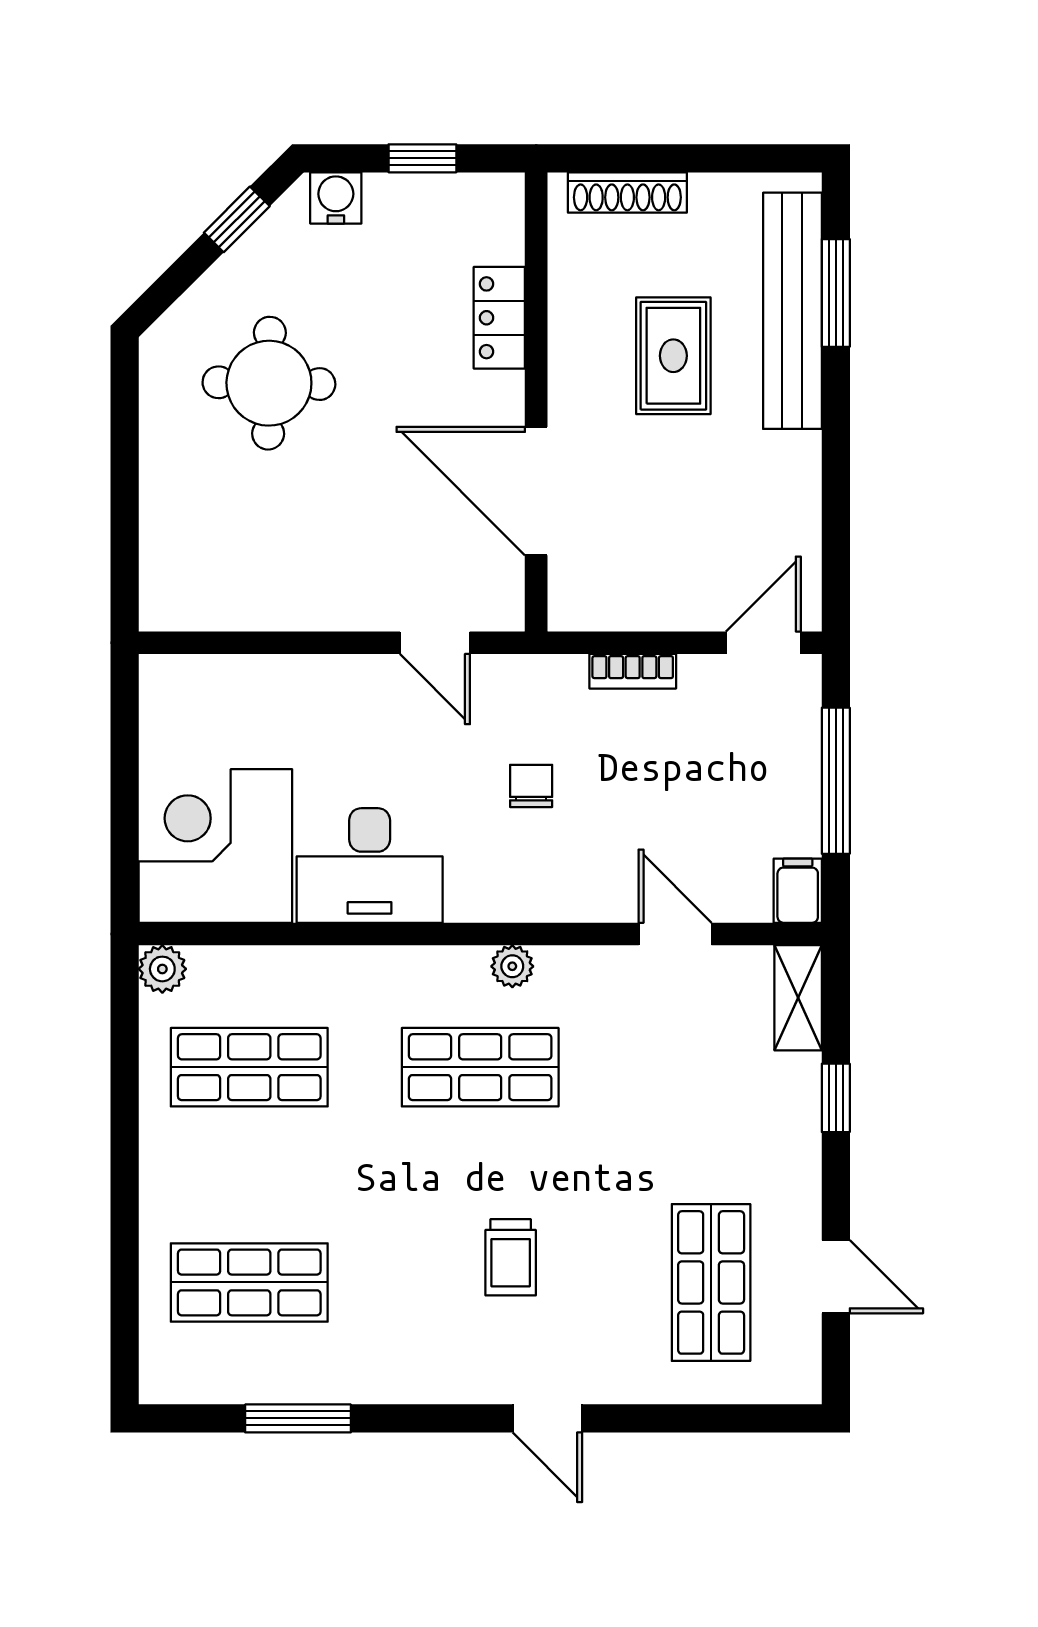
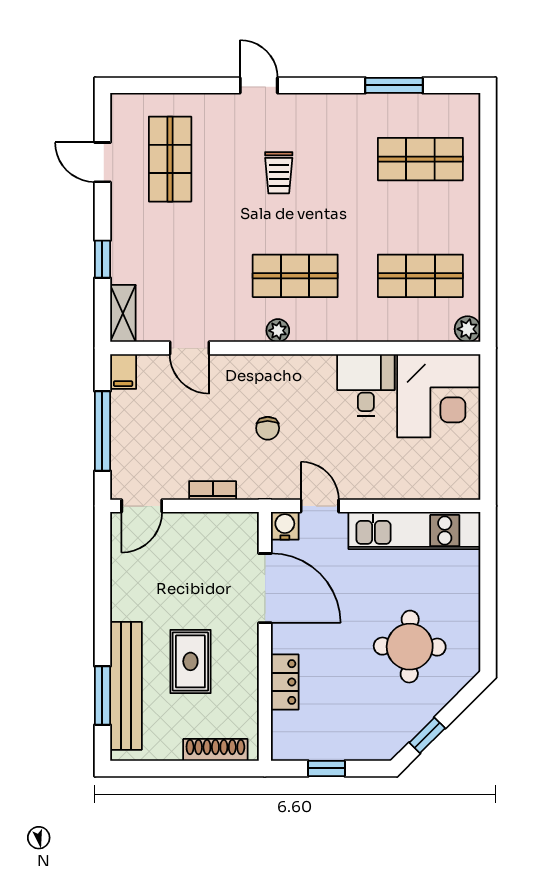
water cooler: (336, 198) -> (285, 526), moved, turned 180
kitchen unit: (260, 597) -> (414, 531), added
desk: (370, 865) -> (366, 385), width x0.73
trolley: (511, 1257) -> (279, 173), turned 180

